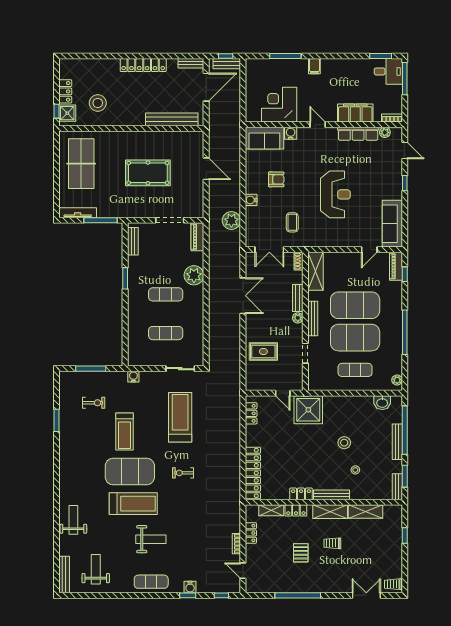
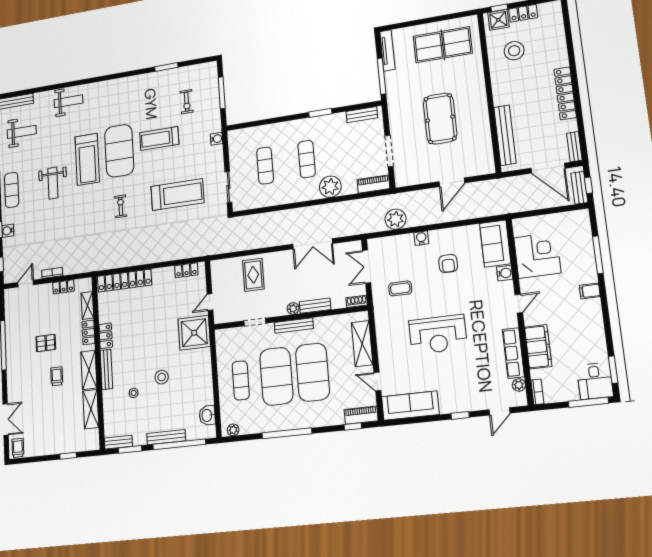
shelving: (316, 271) -> (362, 344), moved, turned 90

